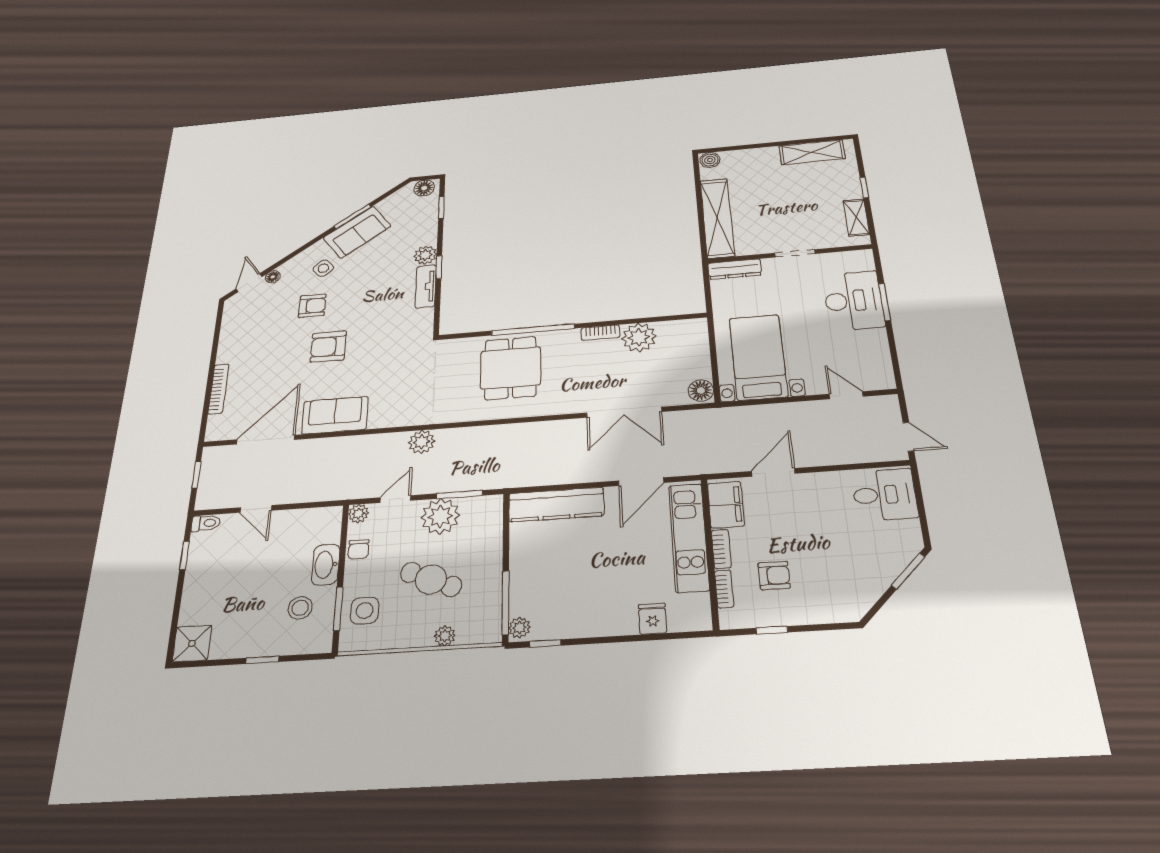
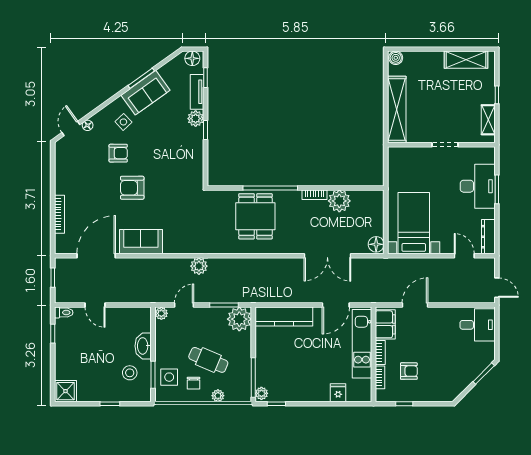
dresser: (735, 269) -> (488, 237), moved, turned 90
tv unit: (426, 286) -> (197, 92), moved
plant: (440, 516) -> (239, 319), moved
chair: (359, 549) -> (193, 383), moved

